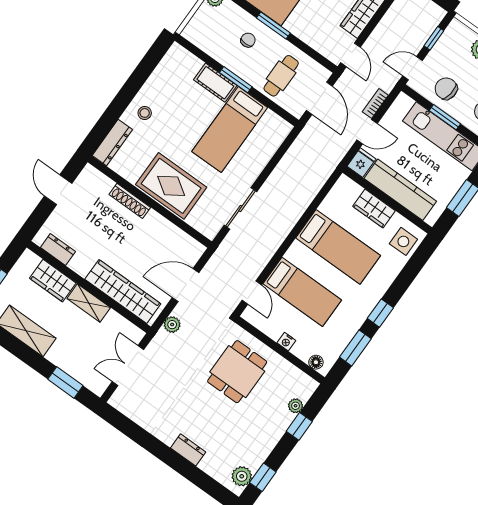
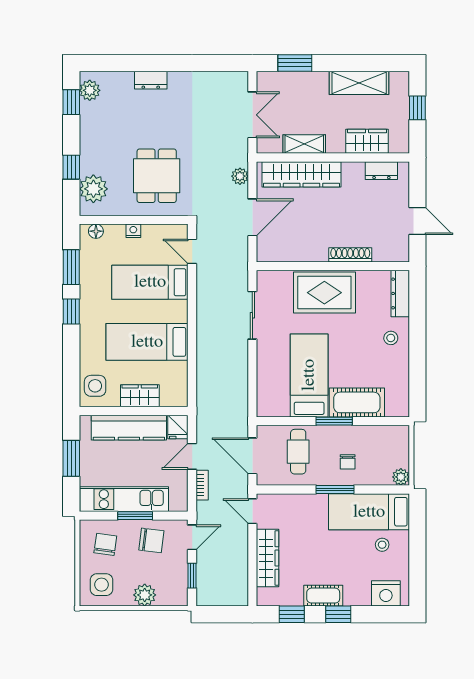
cot: (215, 83) -> (357, 402), width x1.37, depth x1.34
shelving: (89, 303) -> (304, 144), moved
plant: (296, 406) -> (93, 189), width x1.87, depth x1.87

